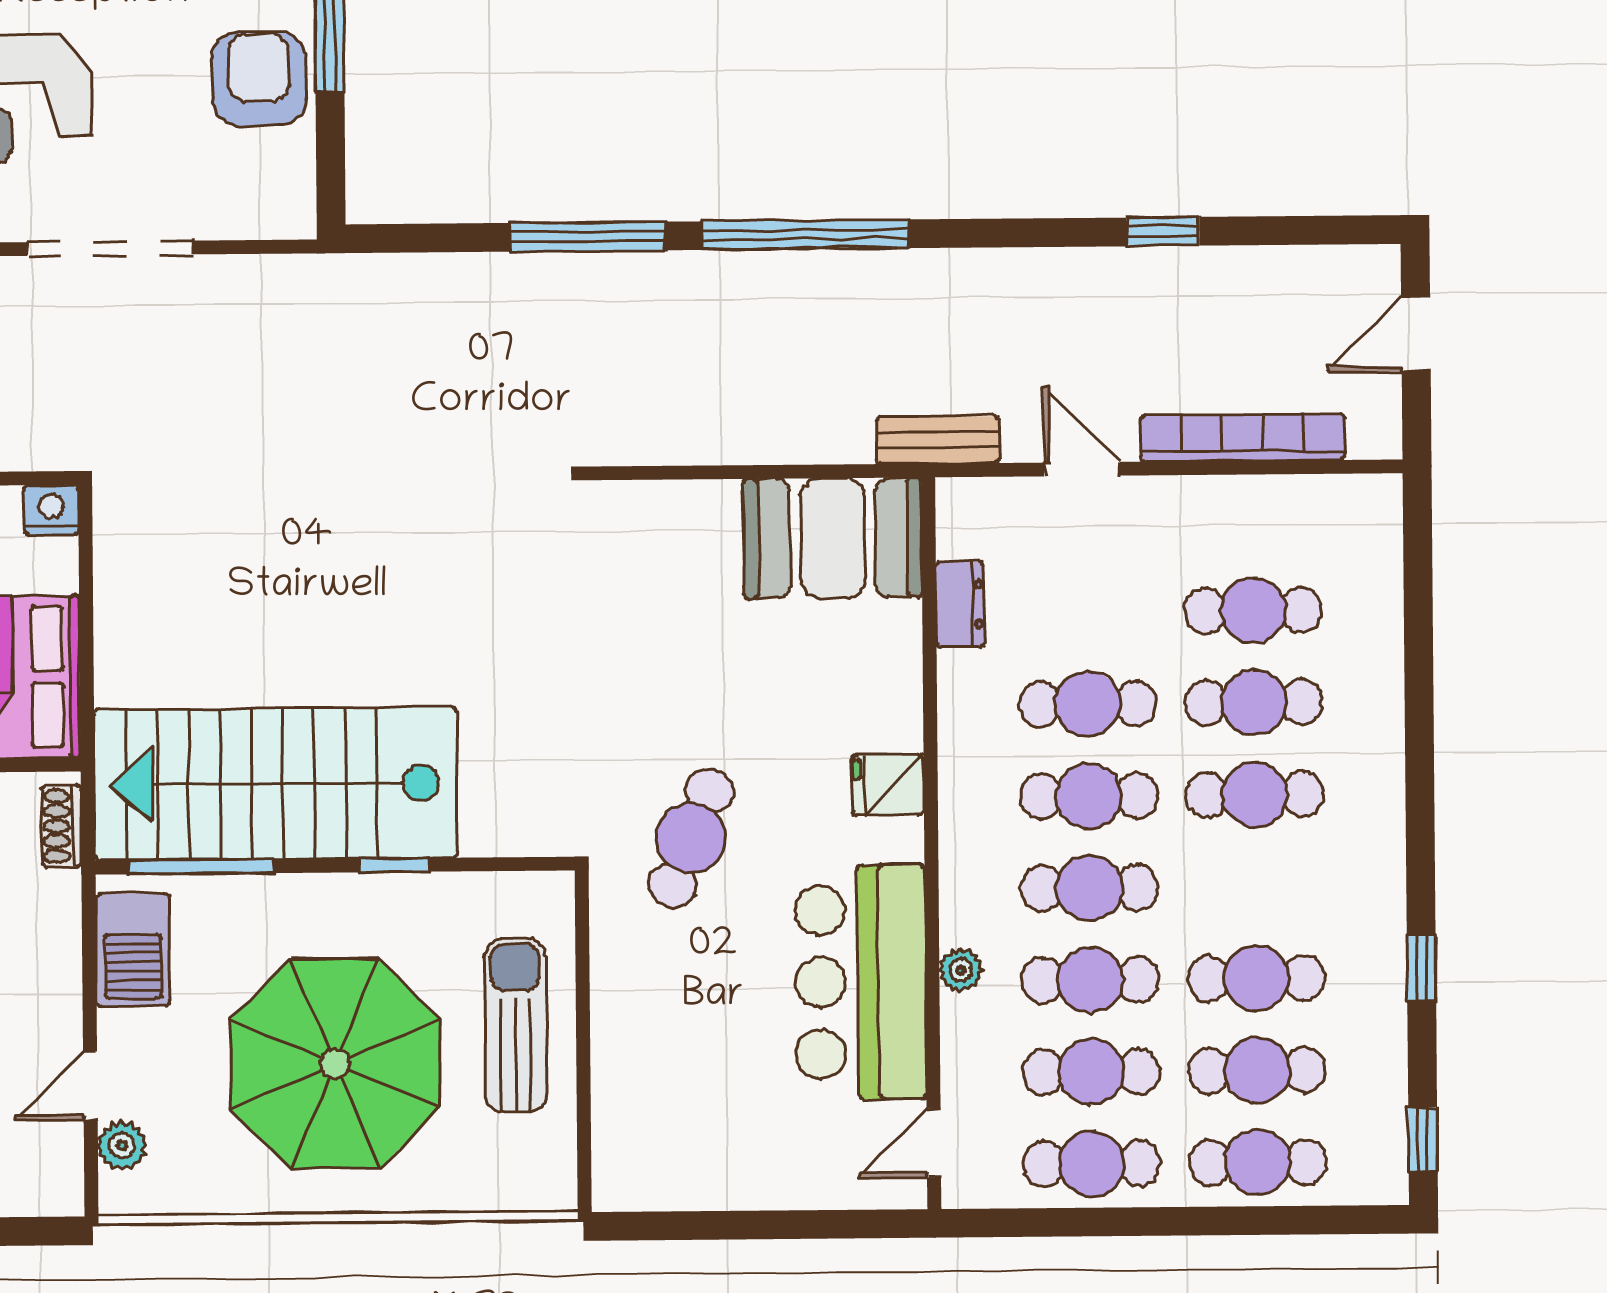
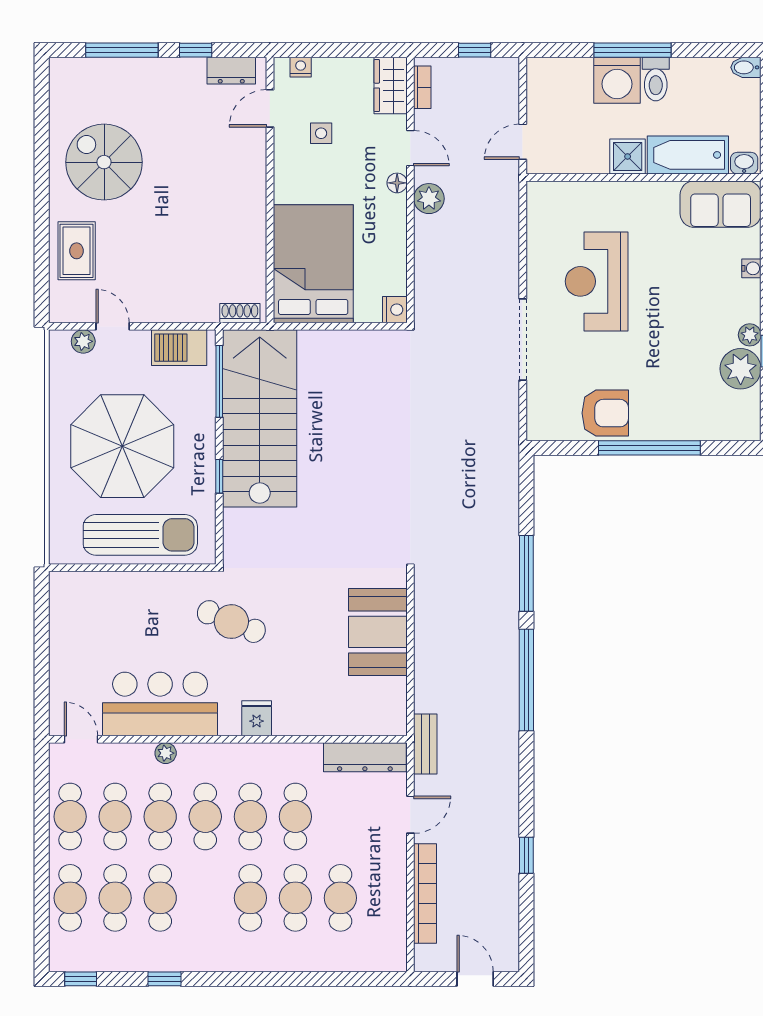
booth: (833, 538) -> (378, 632), moved
dresser: (960, 604) -> (365, 757), width x1.96, depth x1.24
sun lounger: (516, 1025) -> (140, 535), width x1.36, depth x1.34

